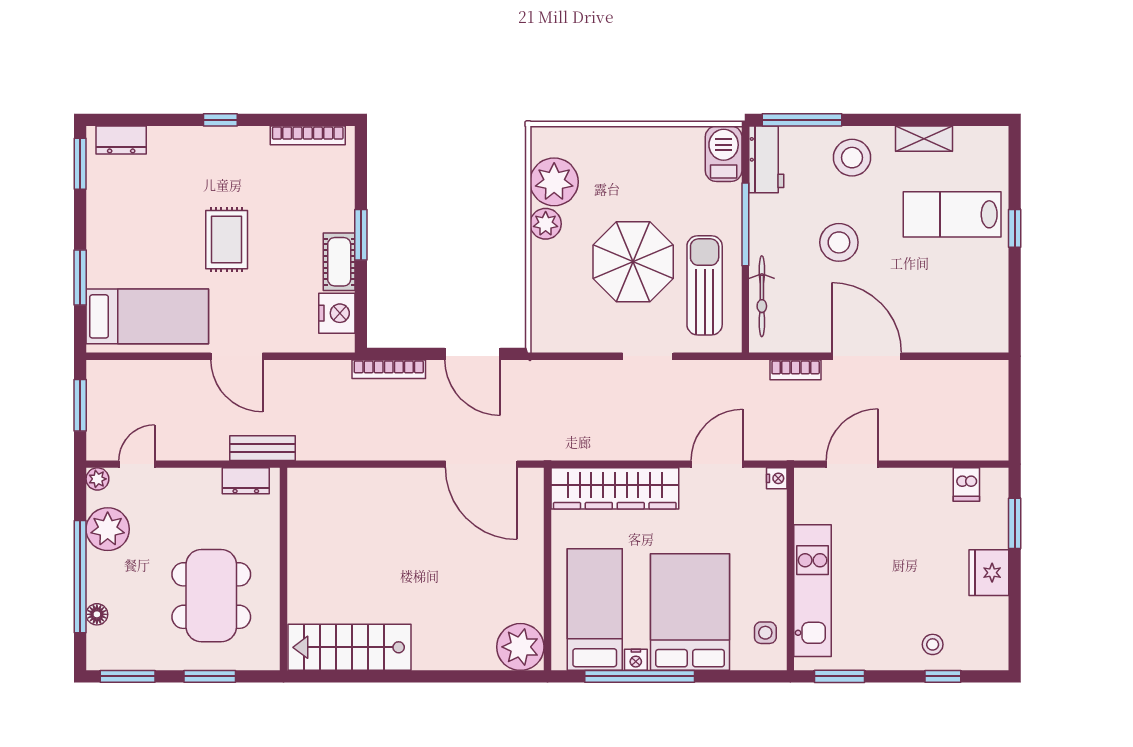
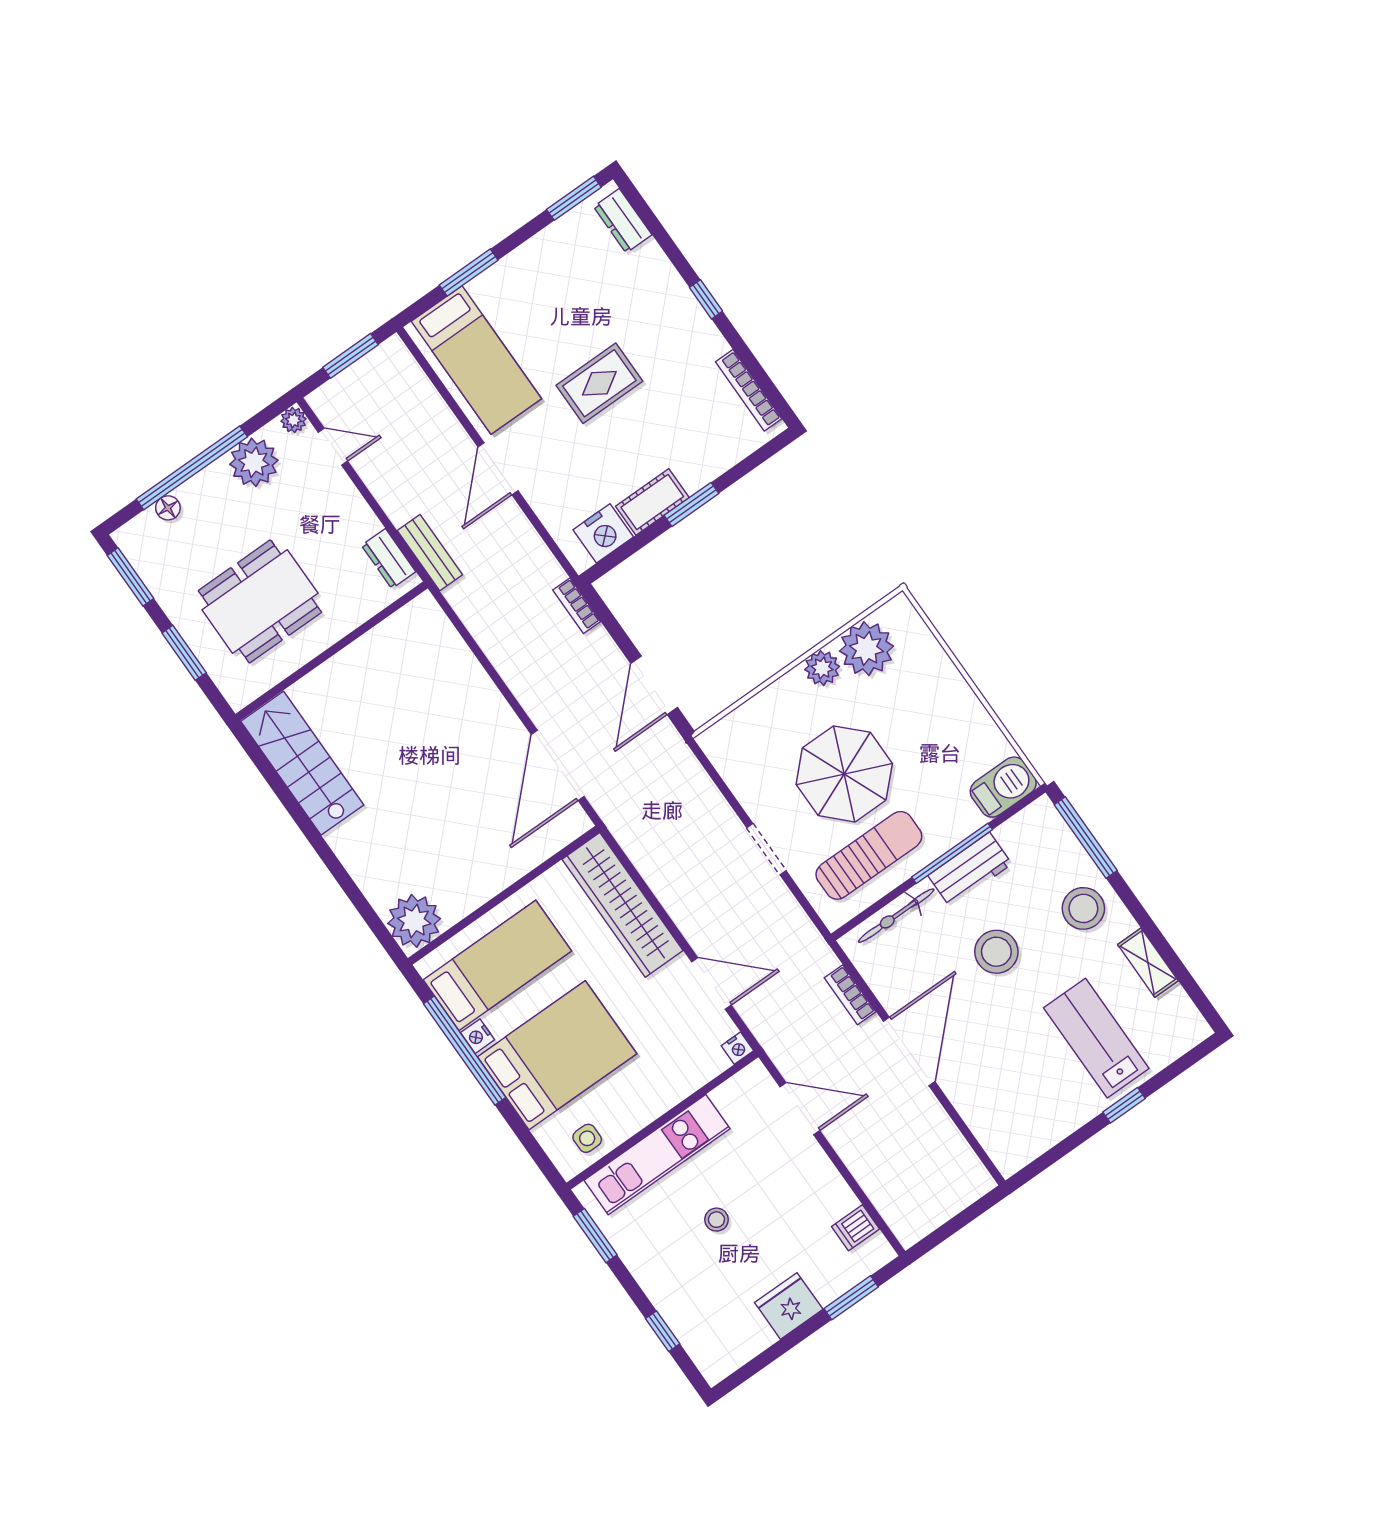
workbench: (766, 159) -> (970, 870), moved
bookcase: (389, 369) -> (577, 606), width x0.64
stool: (933, 644) -> (716, 1220), moved

